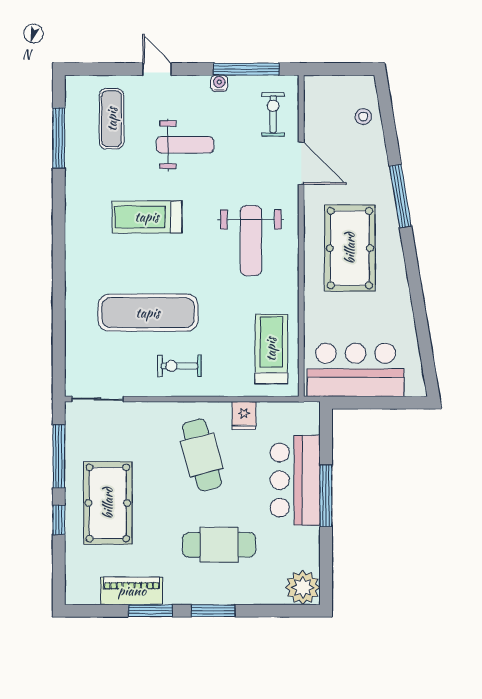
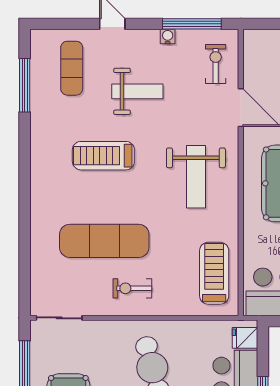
fridge: (244, 416) -> (245, 338), moved, turned 90

